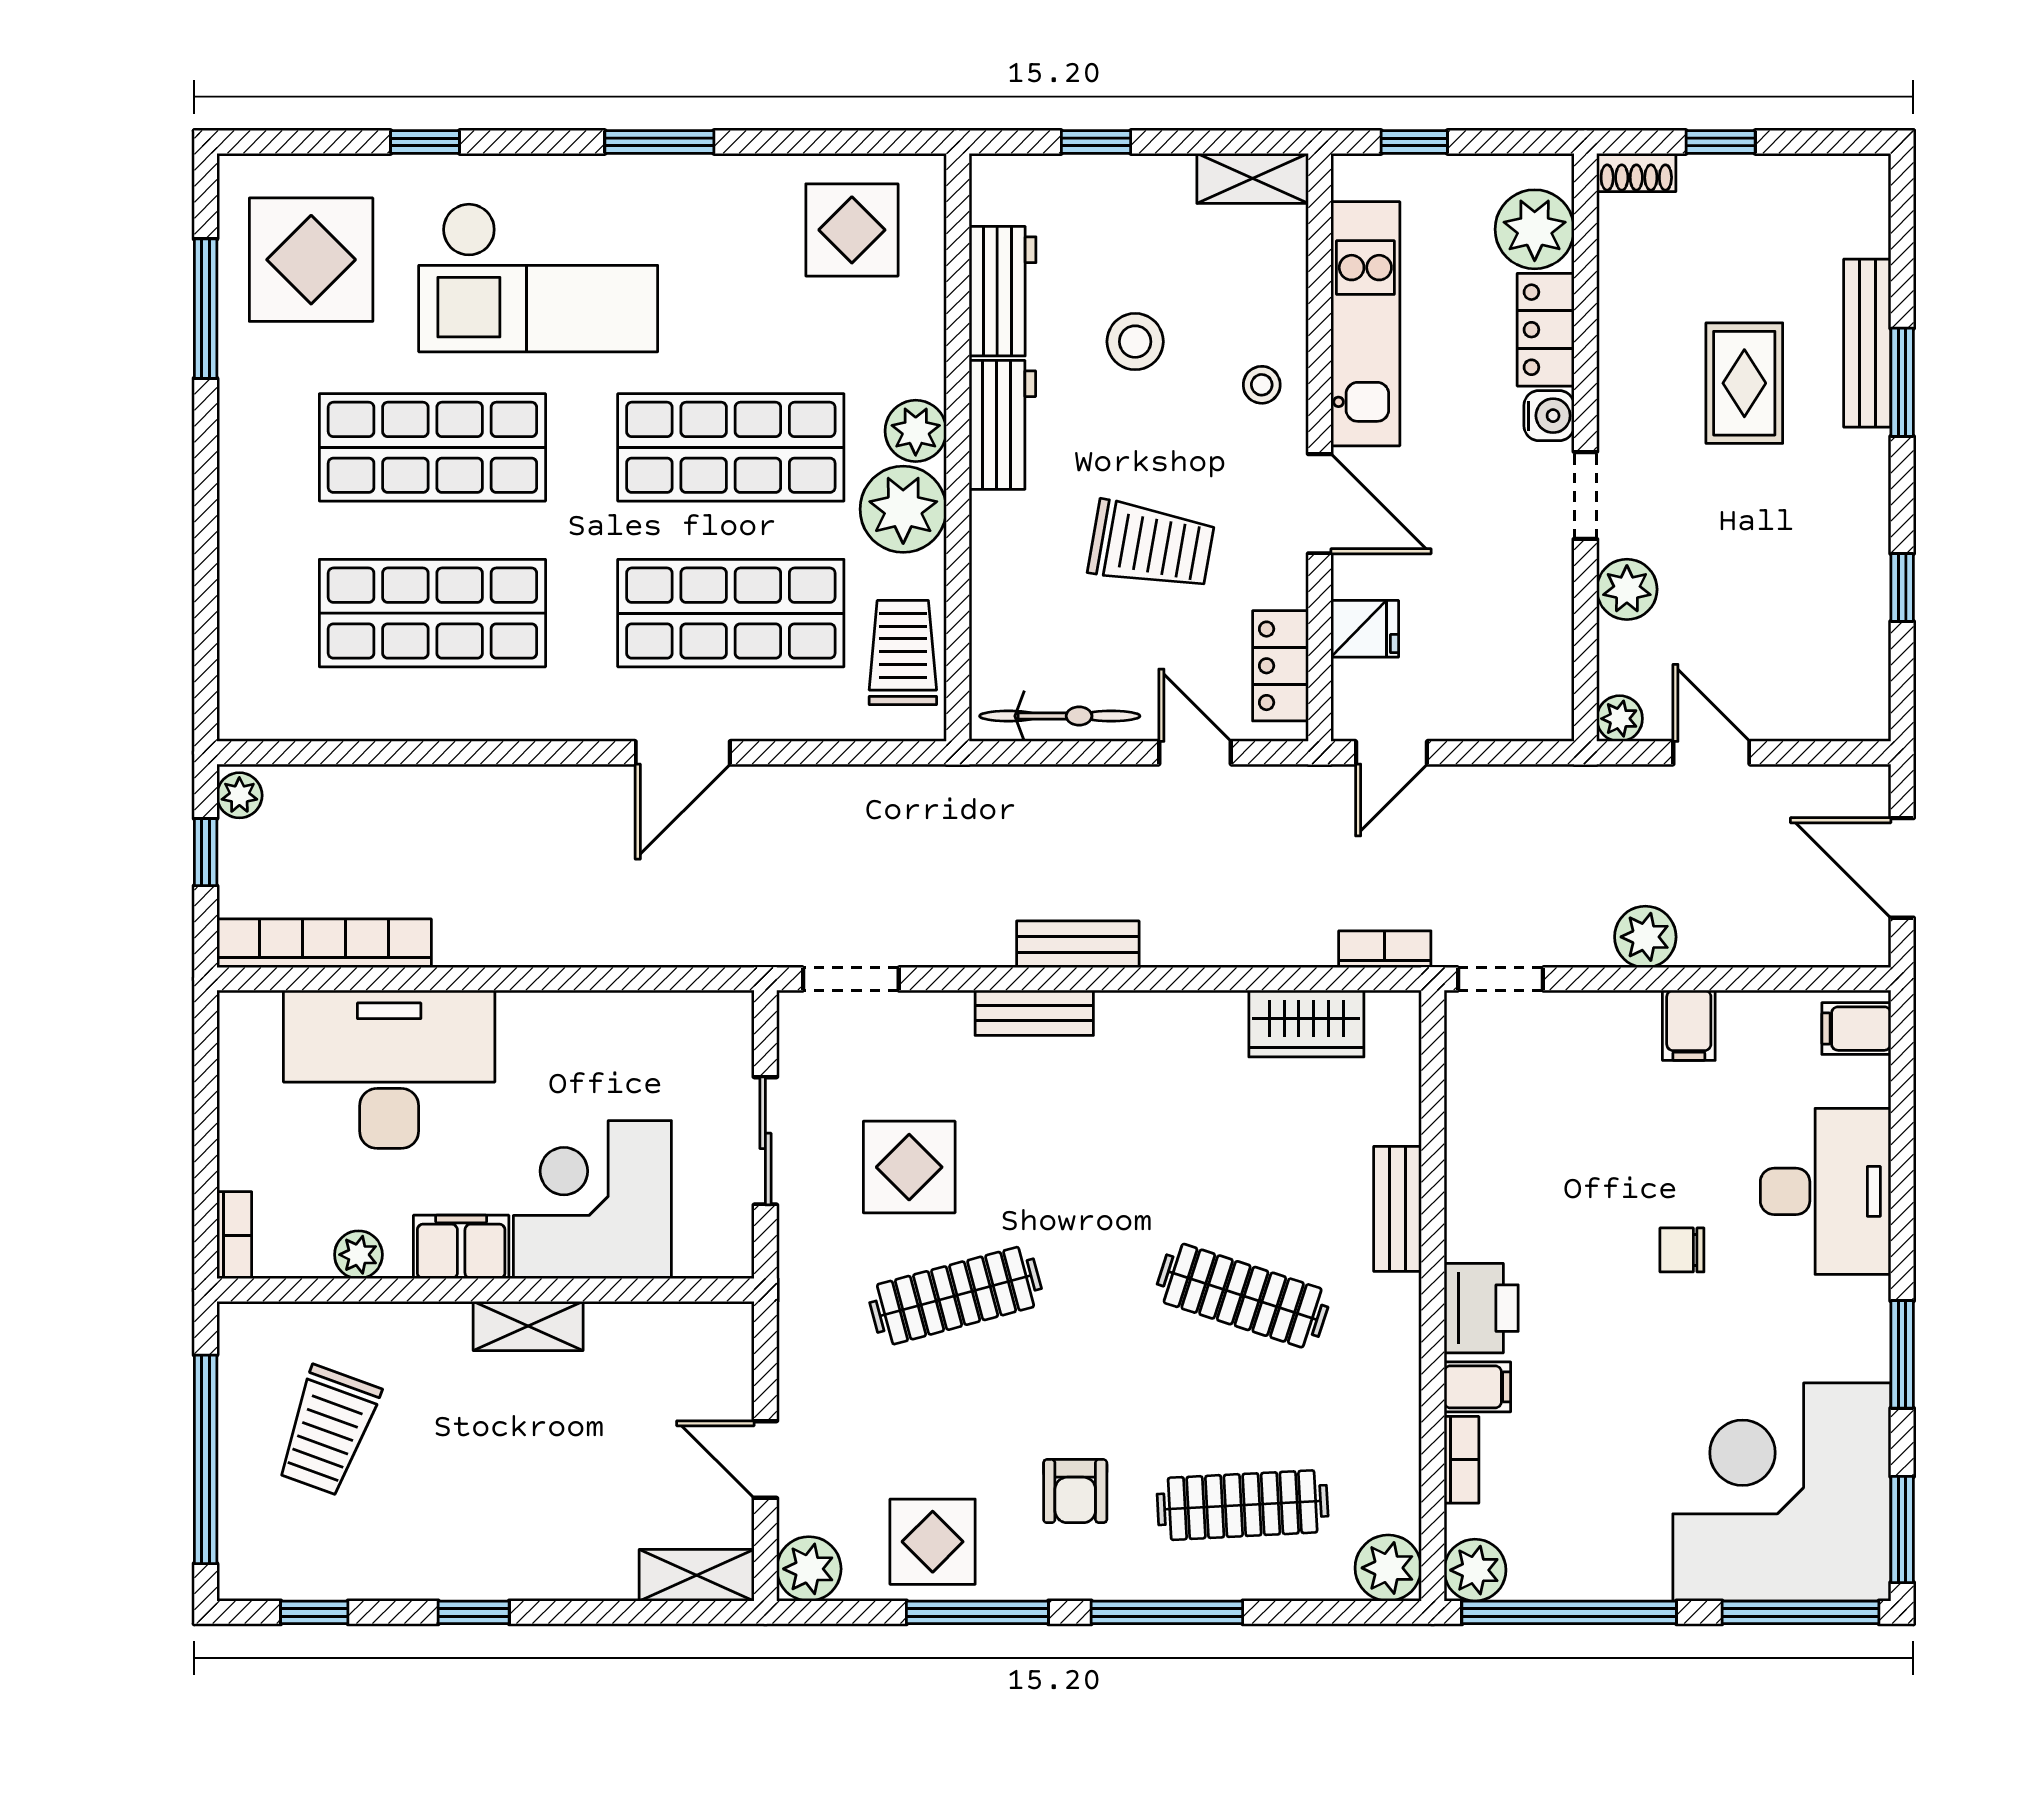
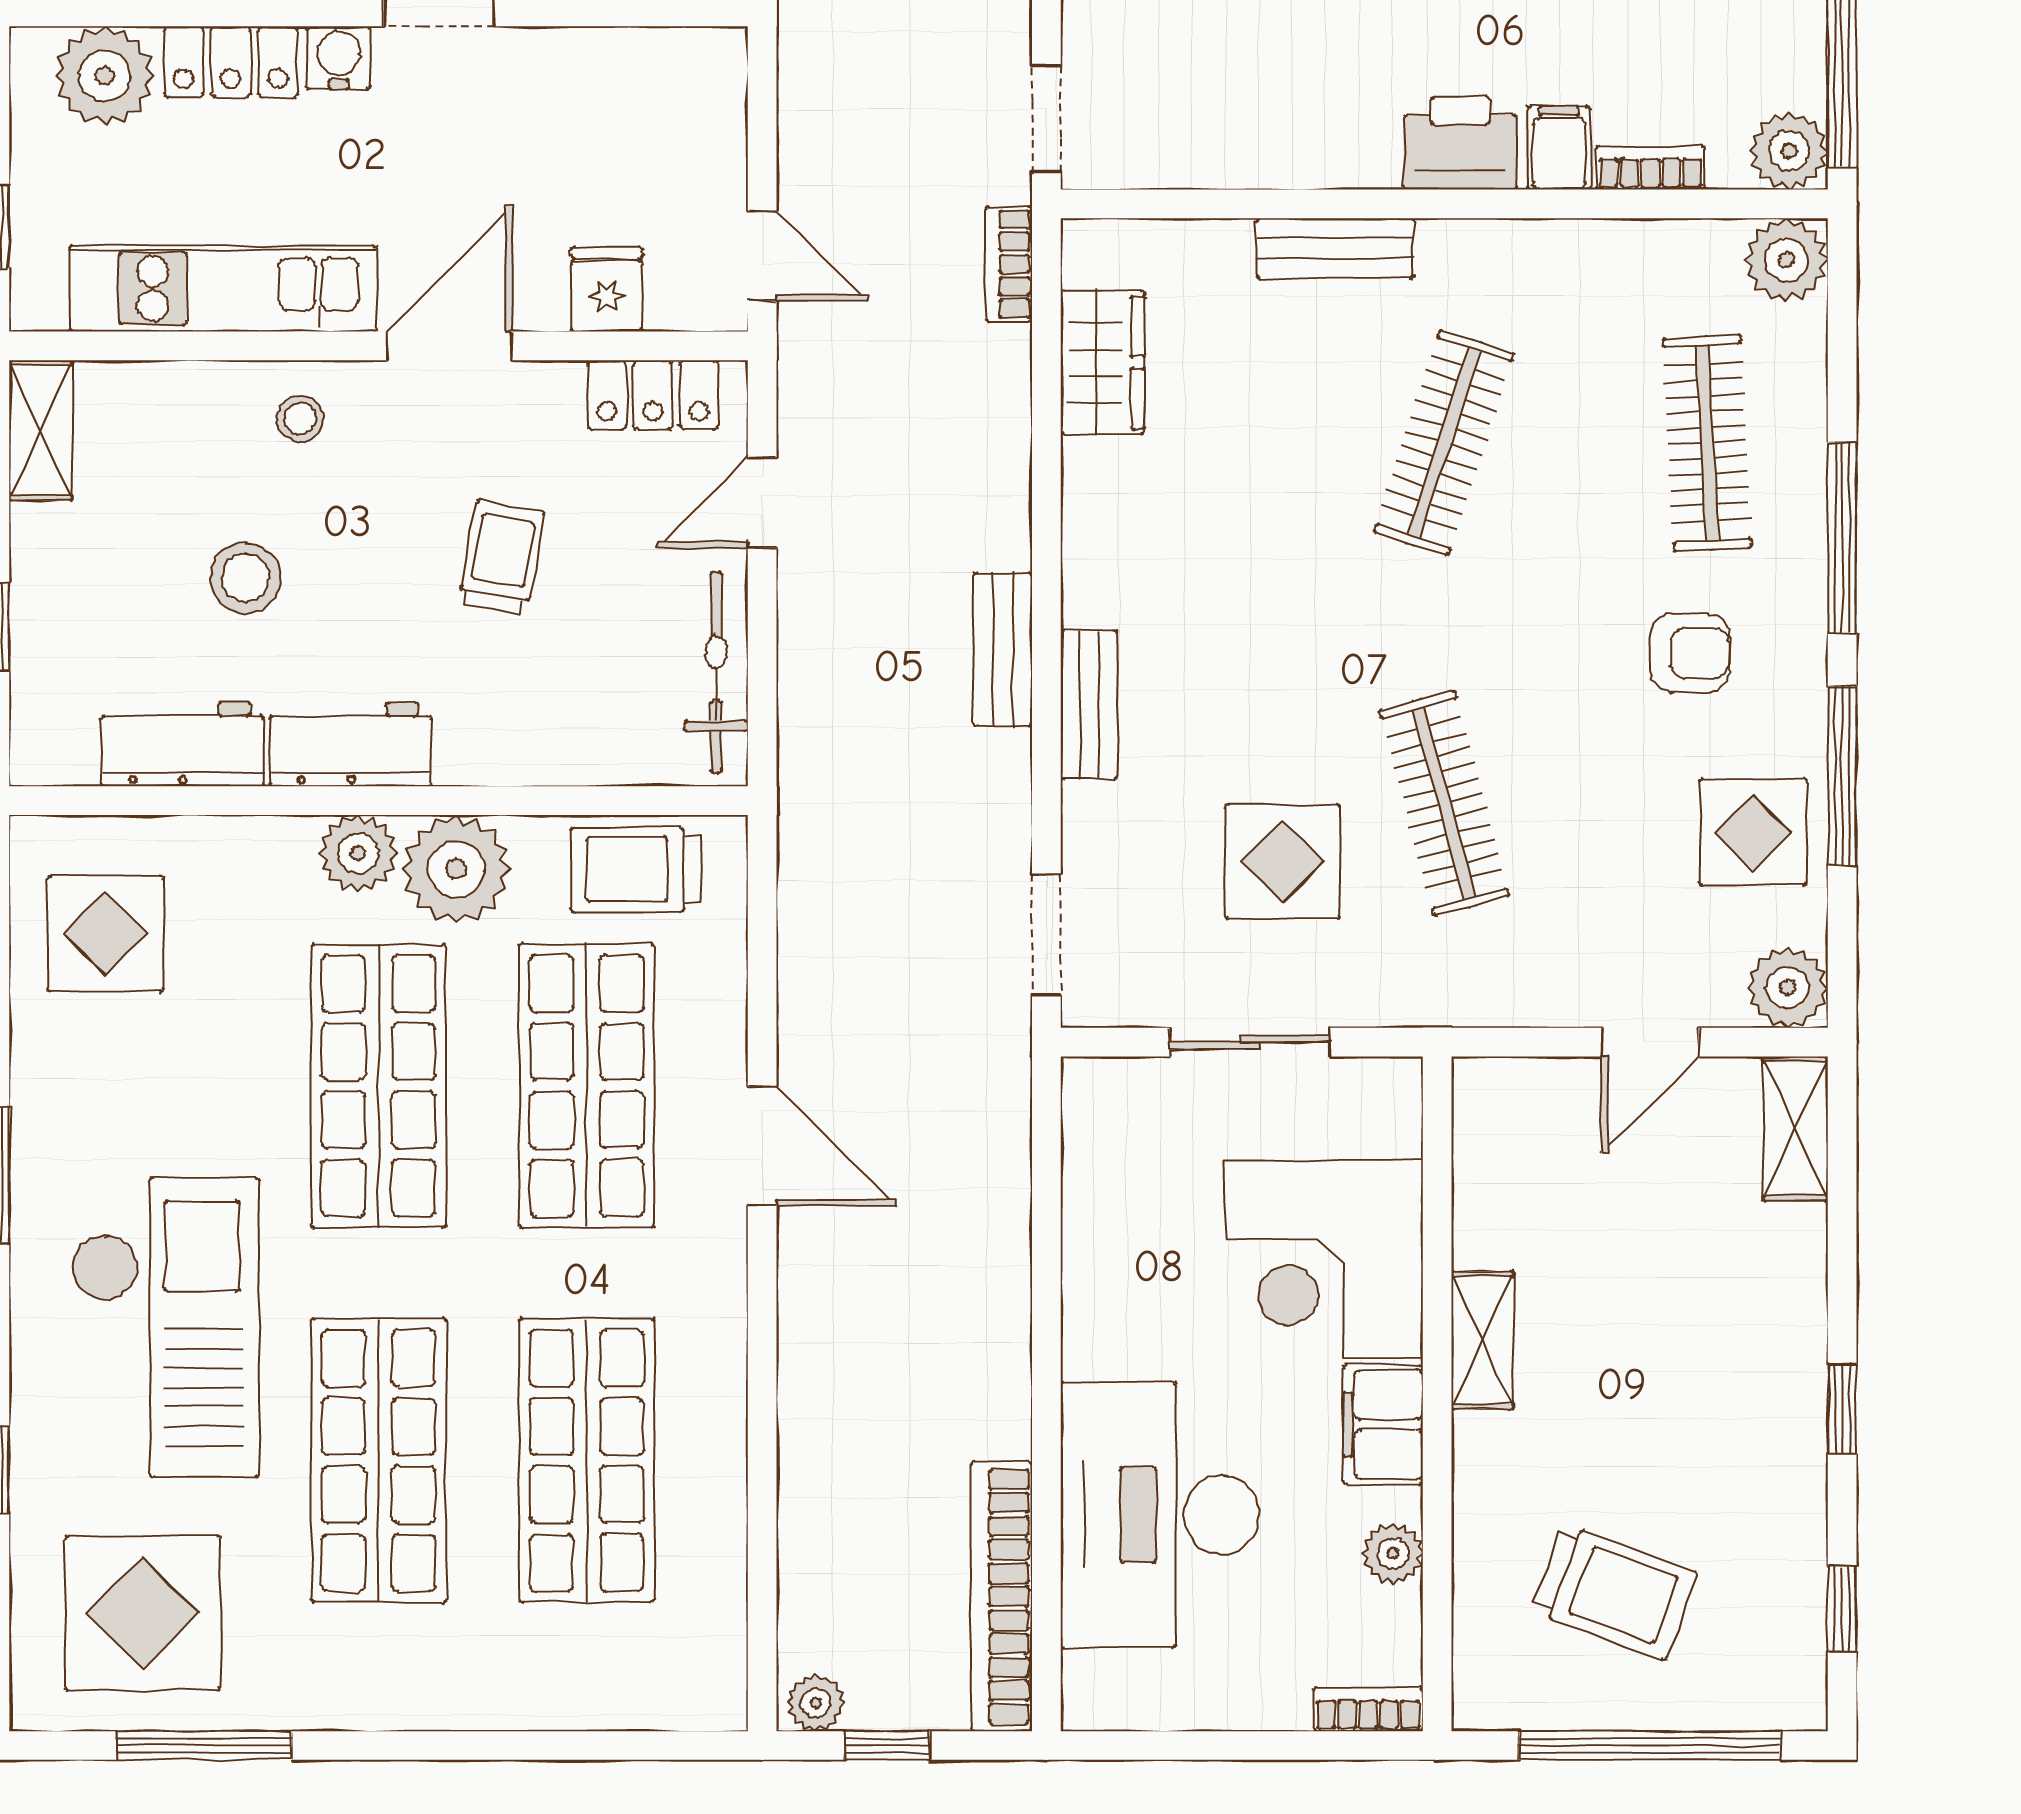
trolley: (1151, 545) -> (502, 557), width x0.73, depth x0.72

